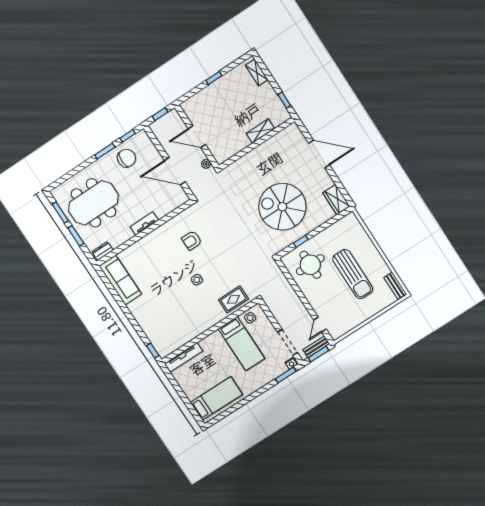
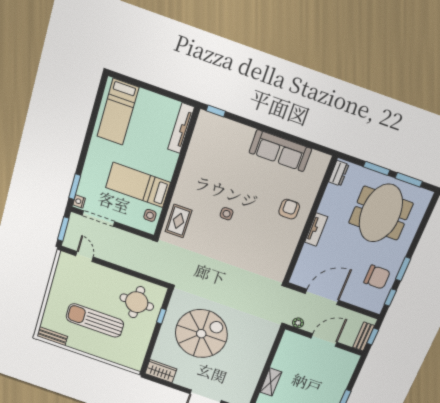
chair: (127, 158) -> (377, 277), turned -90
armchair: (192, 240) -> (289, 209), moved
sofa: (120, 280) -> (280, 151), moved
bench: (316, 347) -> (364, 336), moved

